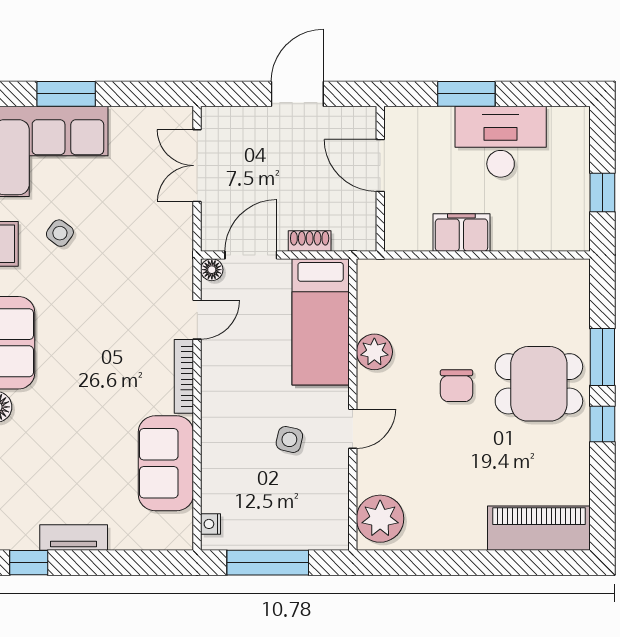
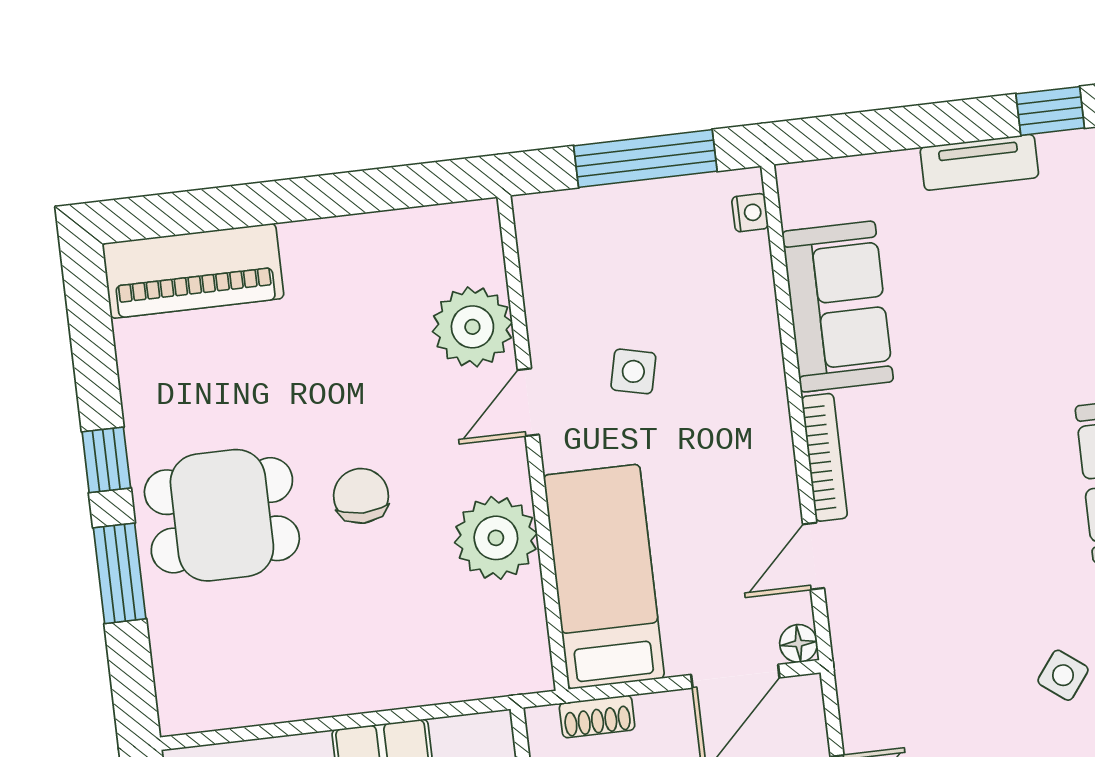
shoe rack: (310, 241) -> (597, 716), moved
plant: (374, 352) -> (496, 538), width x1.36, depth x1.36
plant: (380, 519) -> (472, 327), moved

